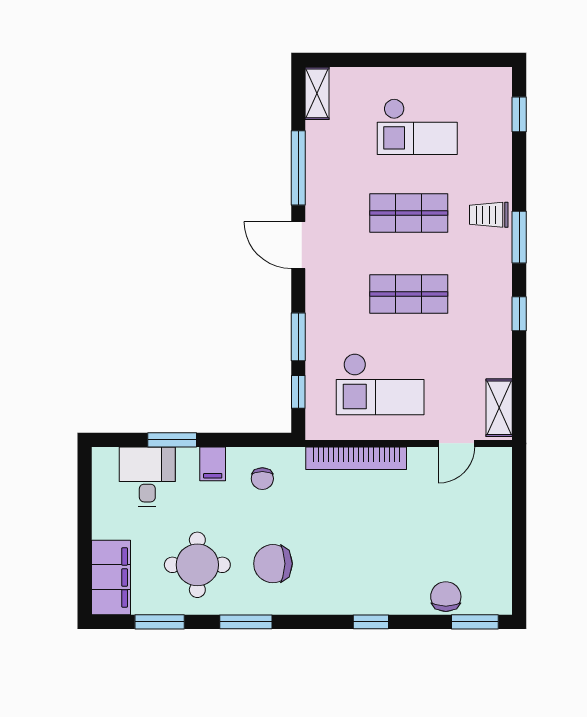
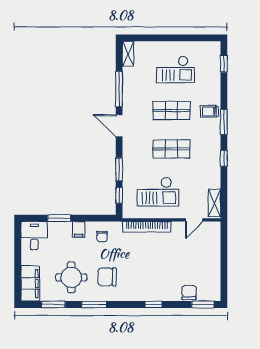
desk: (147, 477) -> (34, 236), moved

